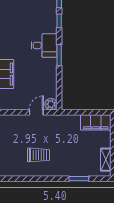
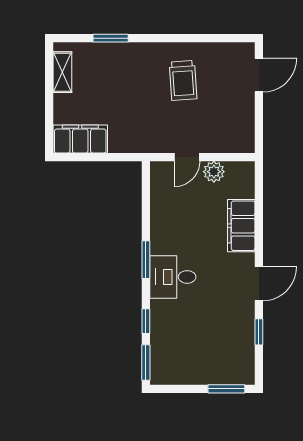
plant: (51, 104) -> (214, 172), moved
trolley: (38, 155) -> (183, 80), turned -94

